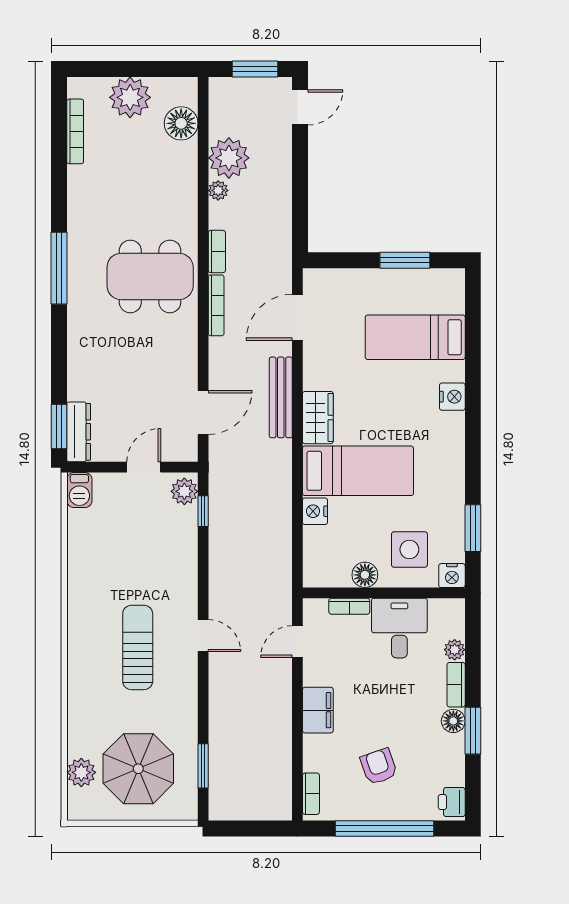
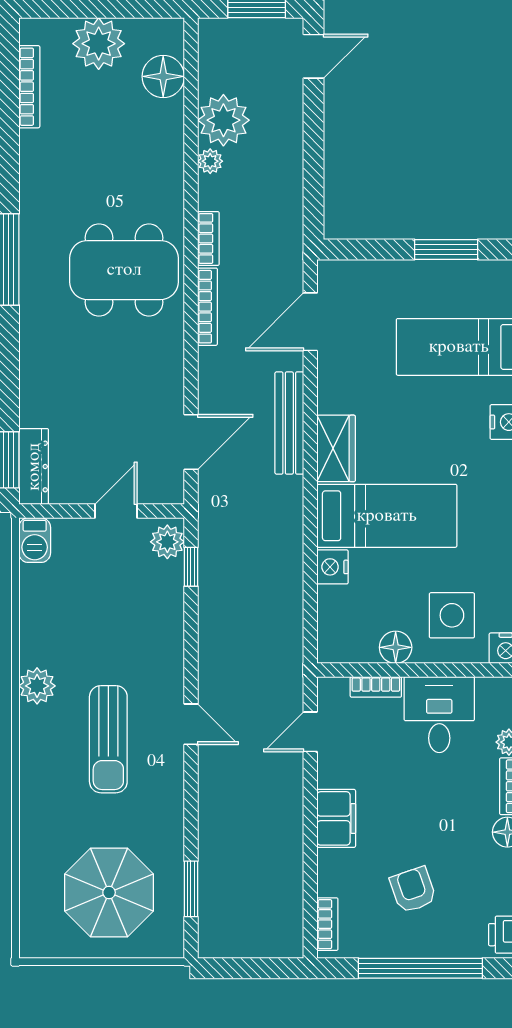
sun lounger: (138, 647) -> (108, 739), turned 180
plant: (81, 772) -> (37, 686), moved

